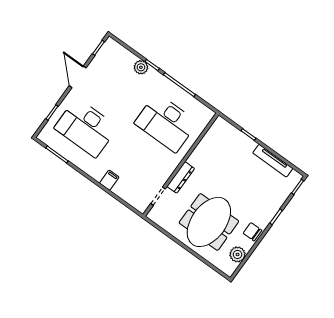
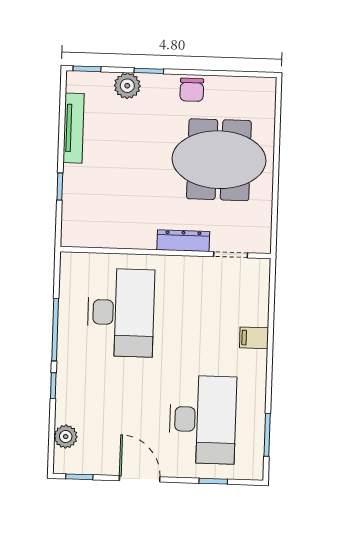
plant: (141, 67) -> (66, 437), moved
door: (78, 77) -> (140, 479), swing flipped
plant: (238, 254) -> (127, 86), moved

